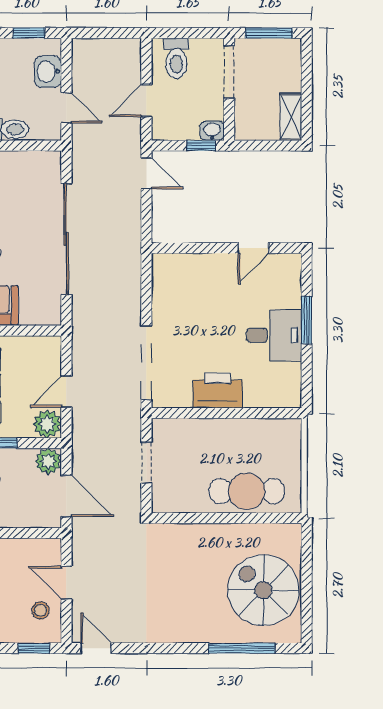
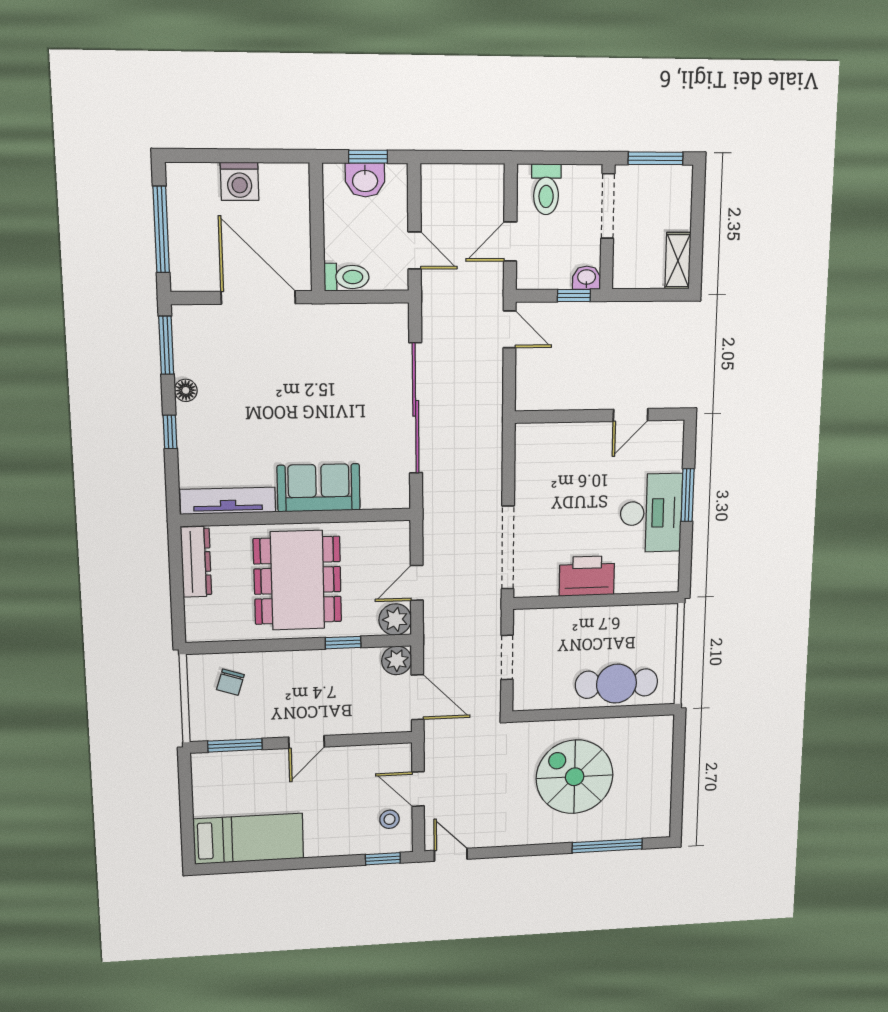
washbasin: (48, 72) -> (365, 180), moved, turned -90
desk: (274, 335) -> (651, 513), width x1.37
spiral stairs: (263, 590) -> (575, 777), moved

